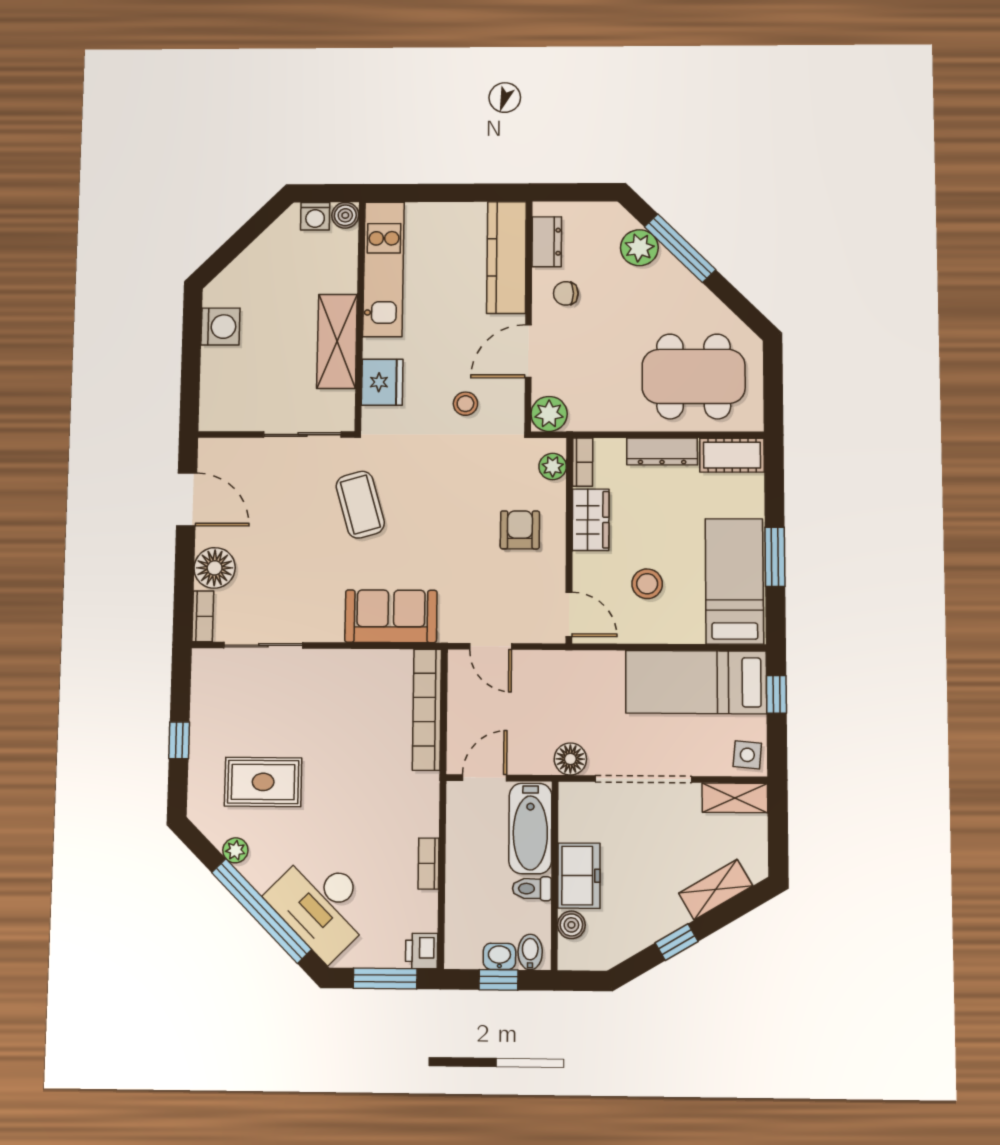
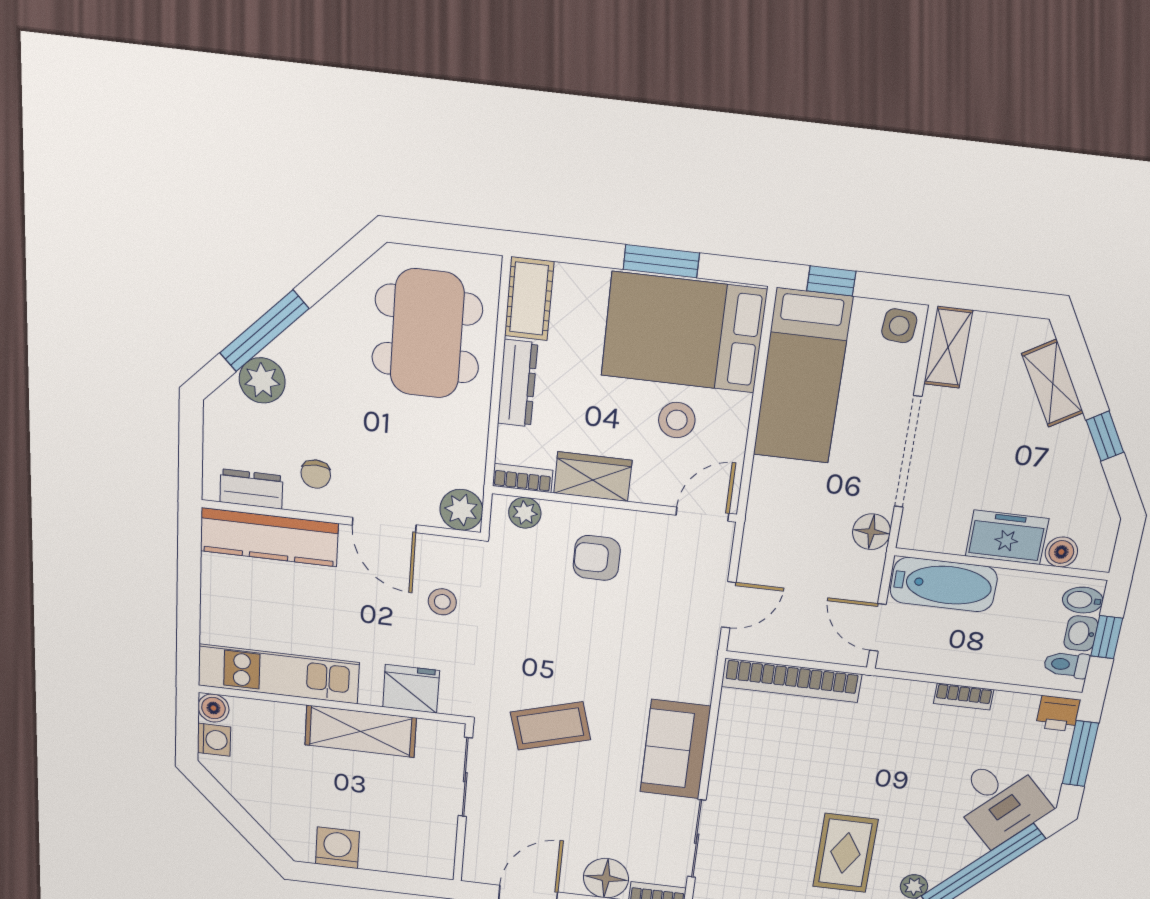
bed: (734, 581) -> (684, 333), width x1.50
sofa: (391, 616) -> (675, 749), moved
toilet: (532, 889) -> (1067, 665), moved, turned 90
desk: (322, 904) -> (999, 801), width x0.73

